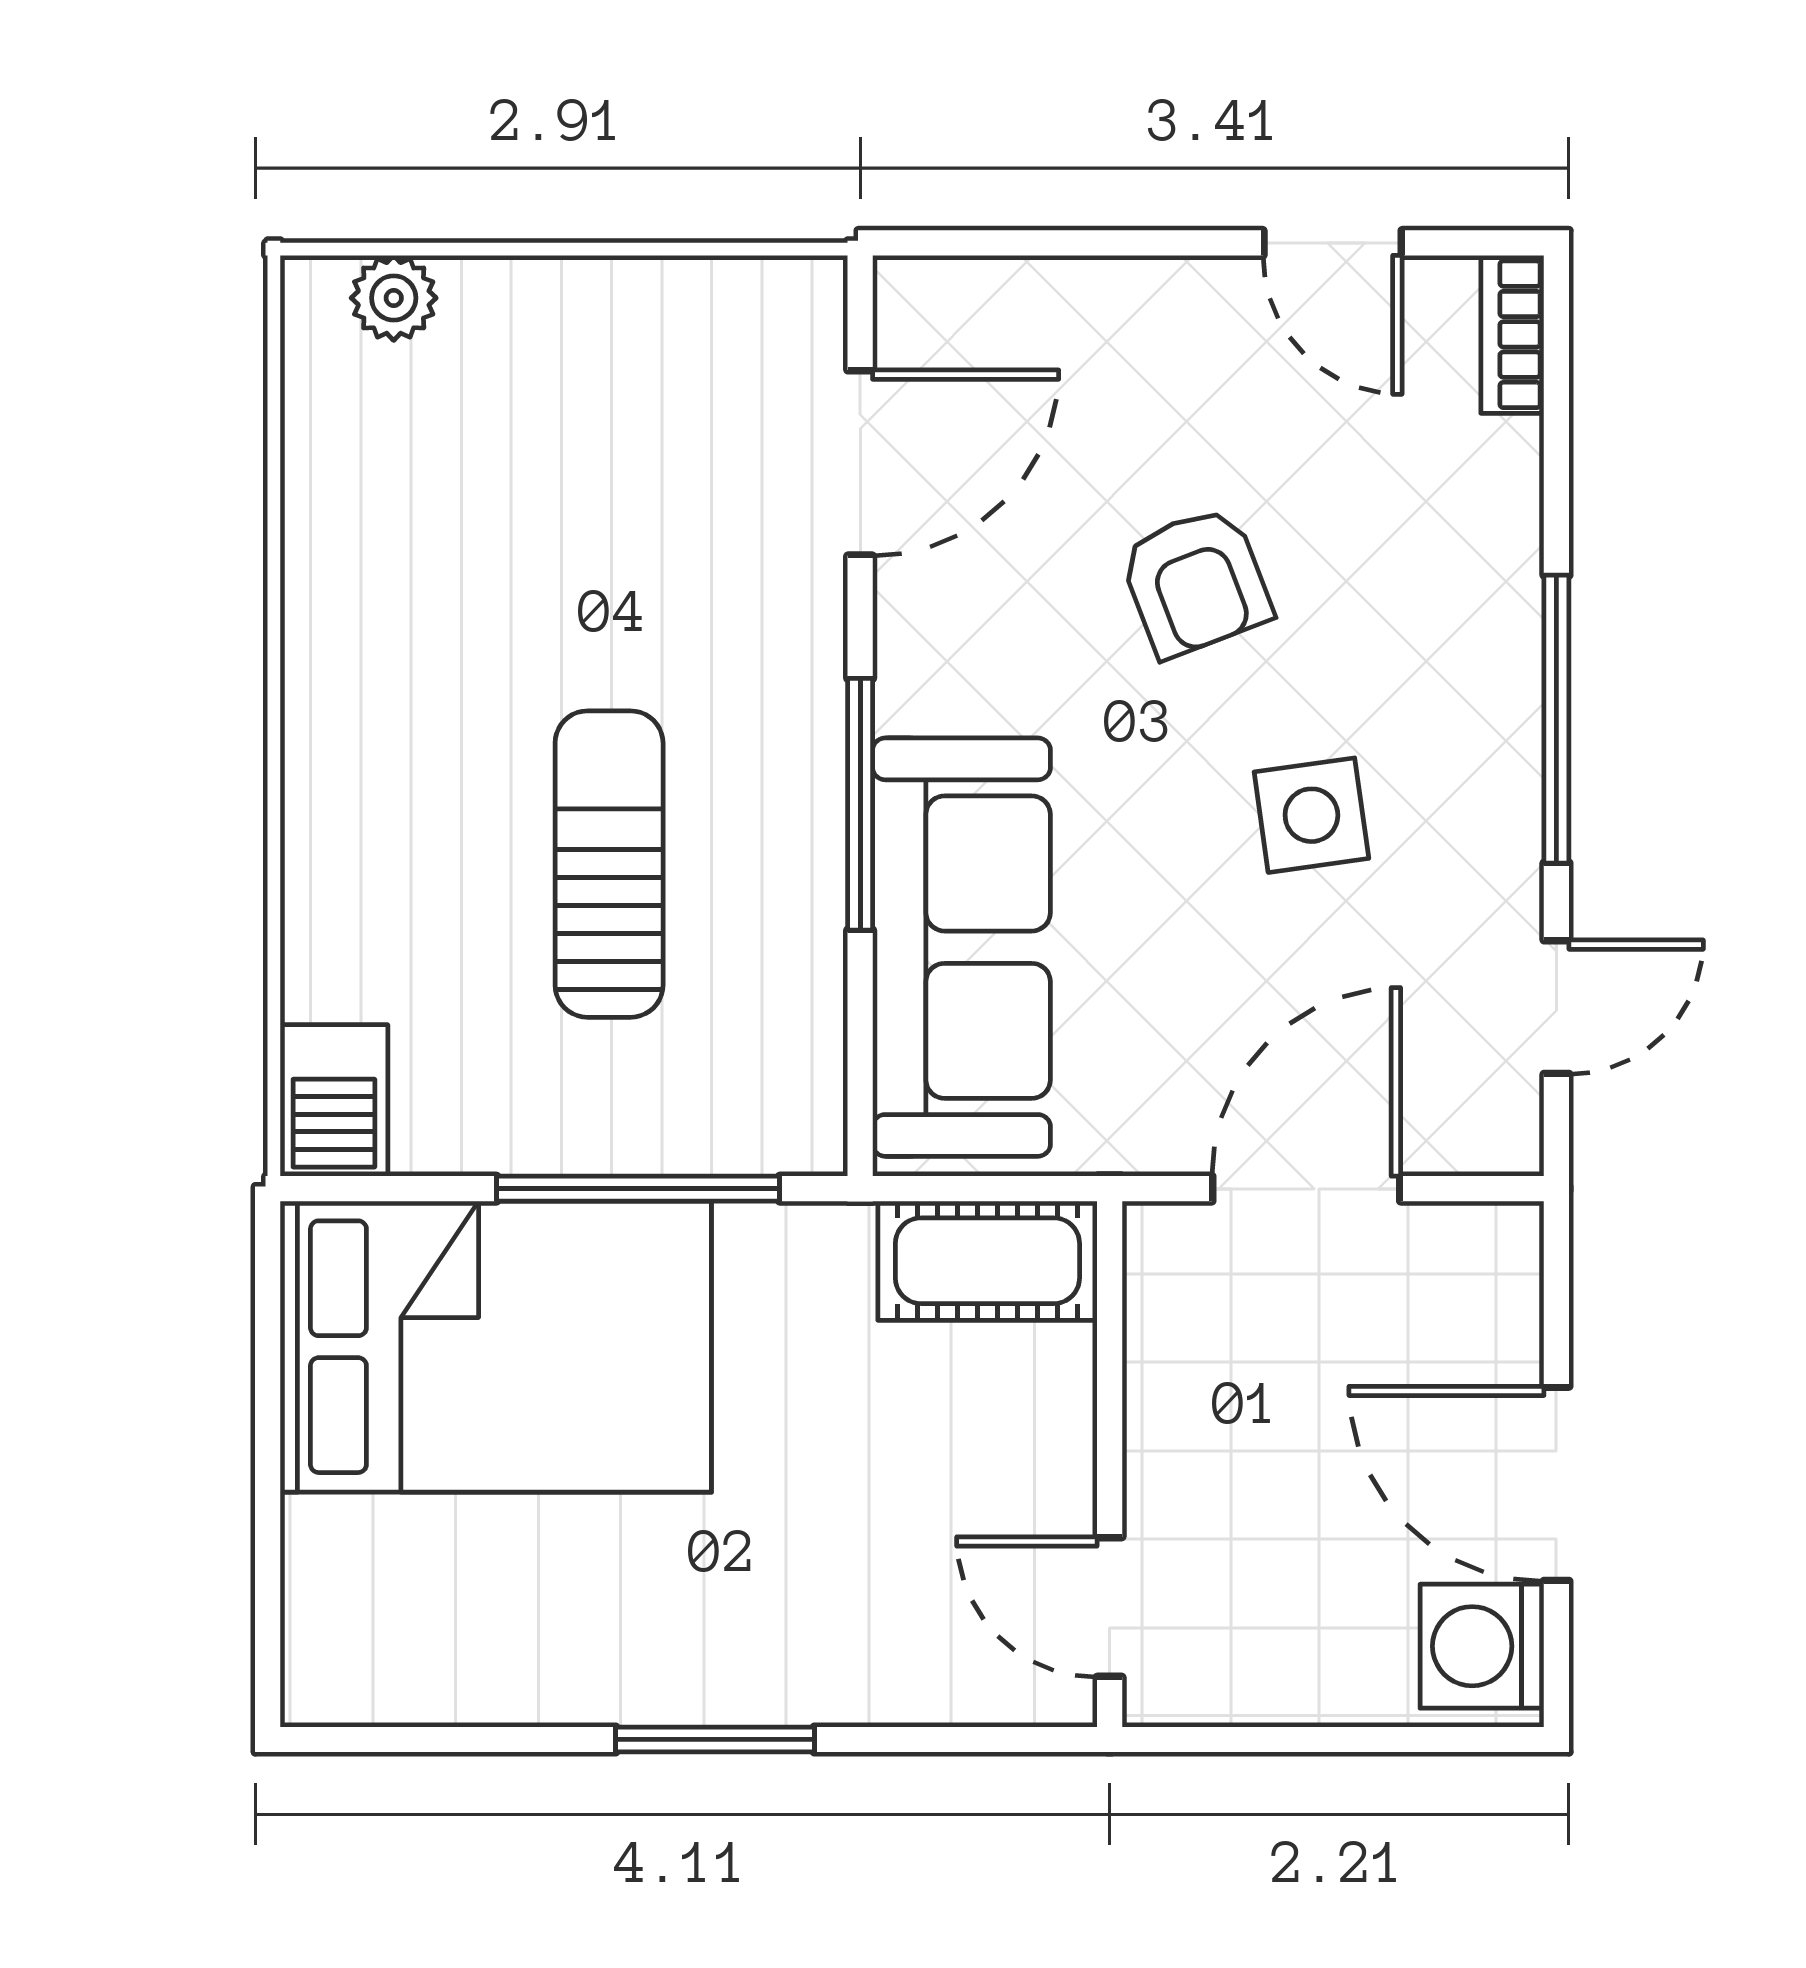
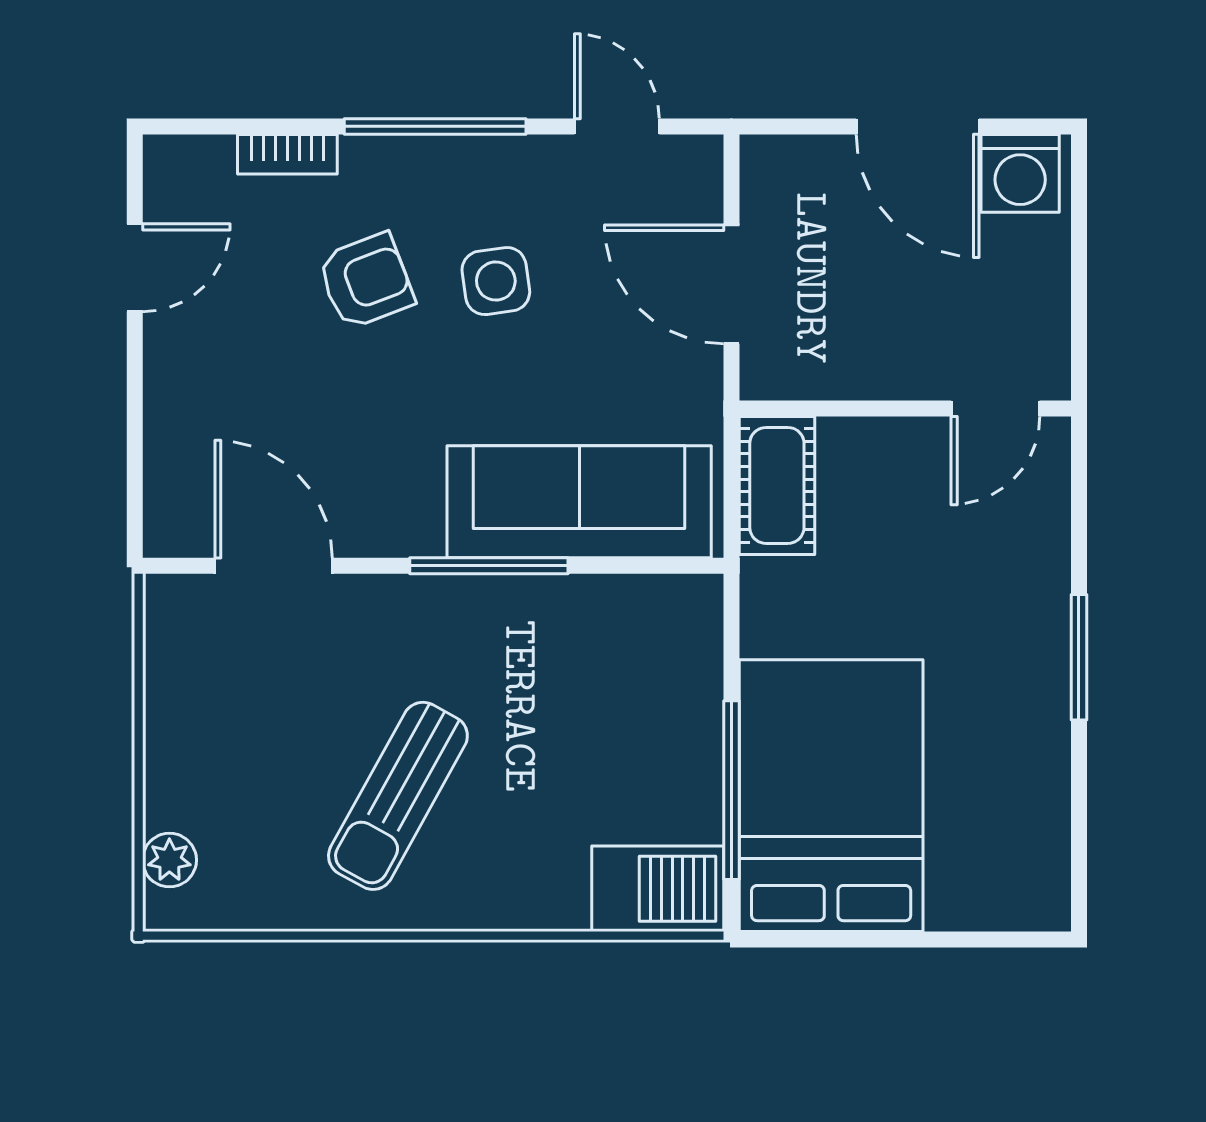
bookcase: (1512, 334) -> (287, 154), moved
armchair: (1196, 582) -> (366, 281), moved
sun lounger: (609, 864) -> (398, 796), moved, turned -61
barbecue: (334, 1100) -> (658, 889), width x1.38, depth x1.27
window: (638, 1189) -> (731, 790), moved
door: (1556, 1484) -> (918, 126), hinge flipped

